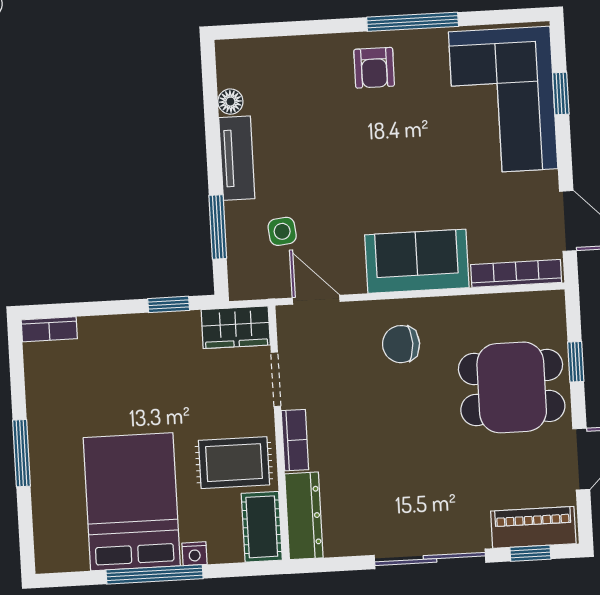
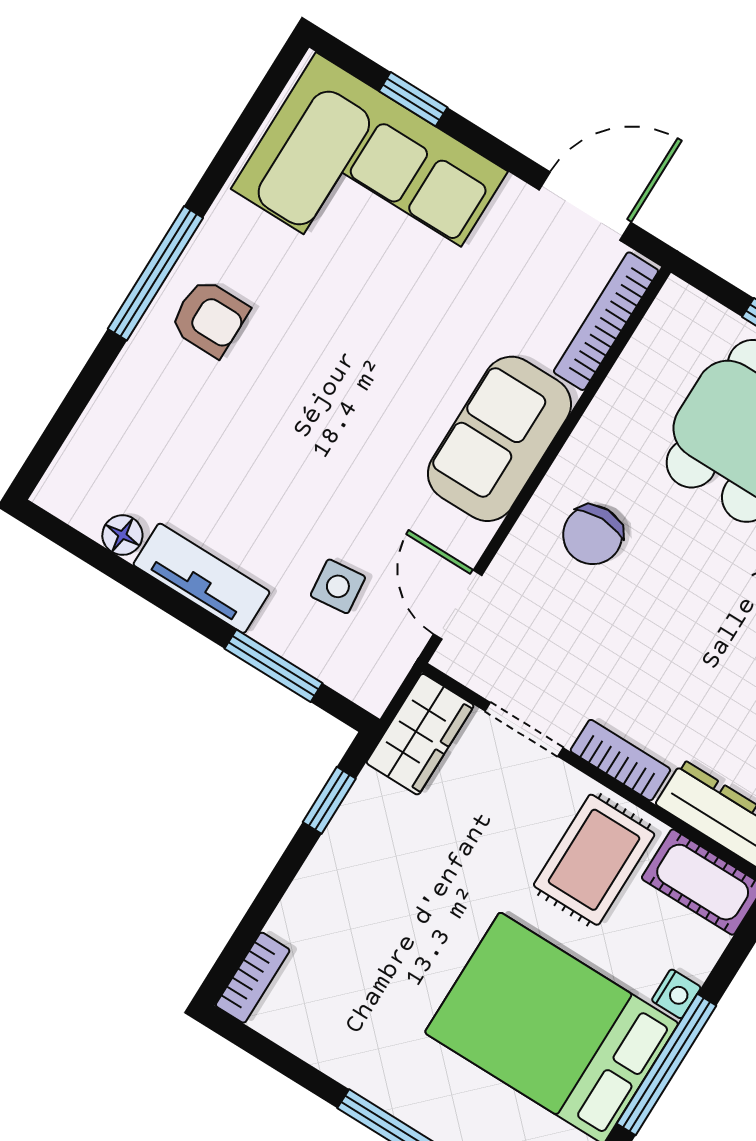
window: (413, 22) -> (155, 273), moved
door: (316, 300) -> (458, 605), hinge flipped

